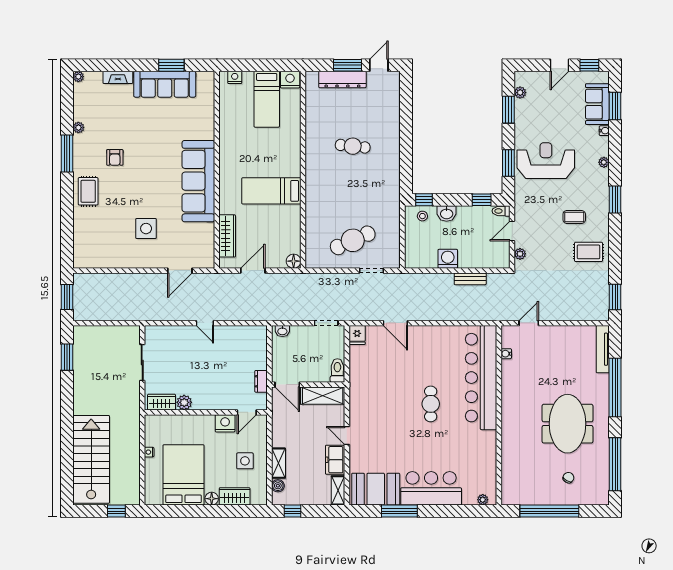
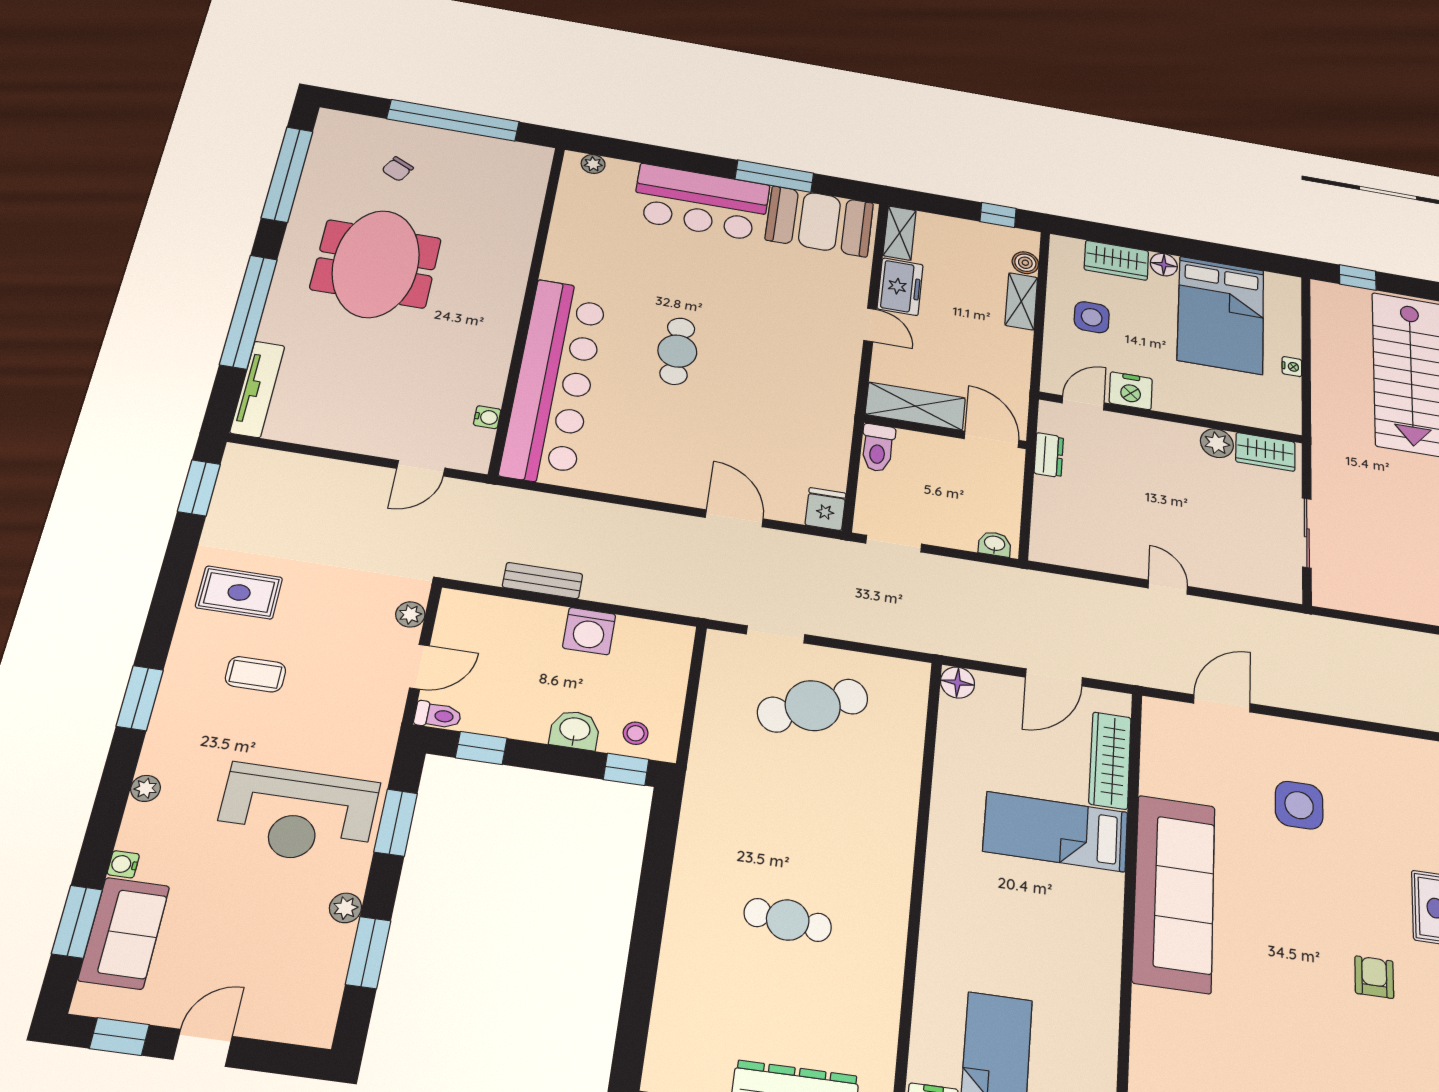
plant: (520, 93) -> (345, 908), moved
bed: (271, 191) -> (1056, 832), moved, turned 180

